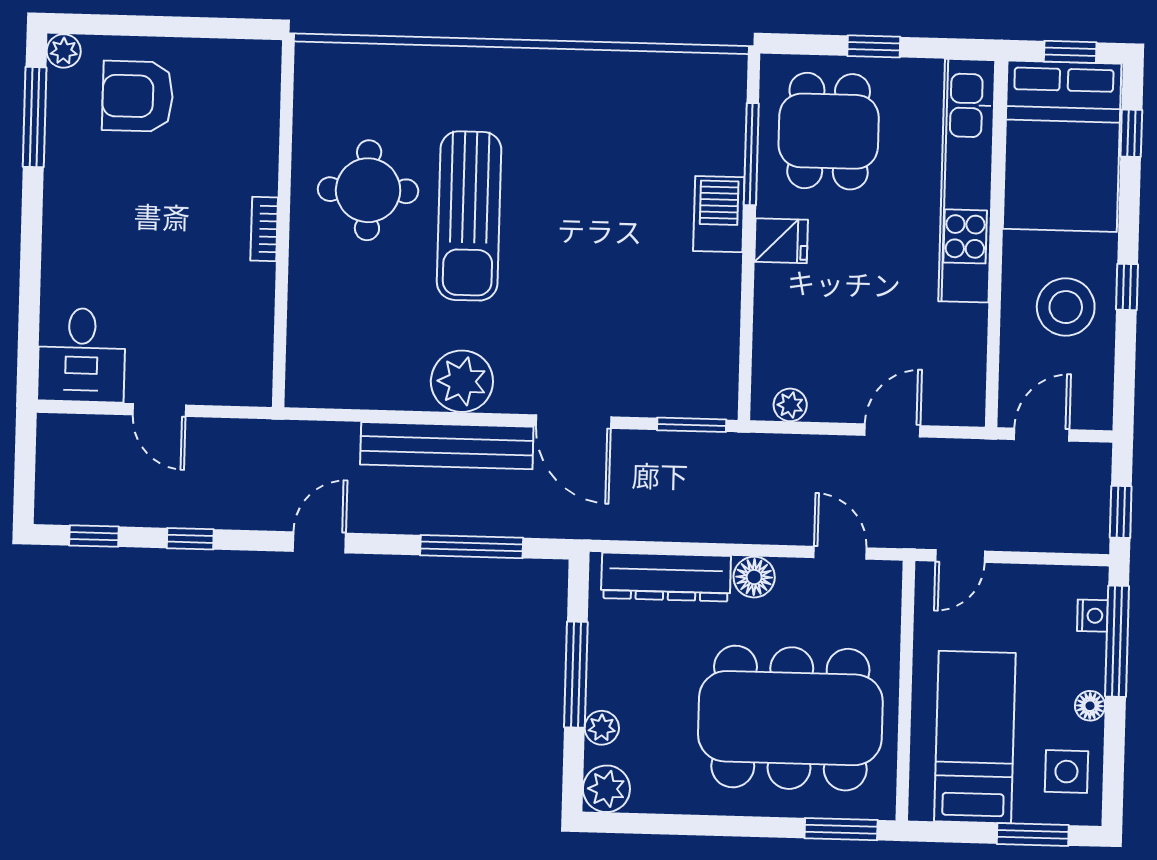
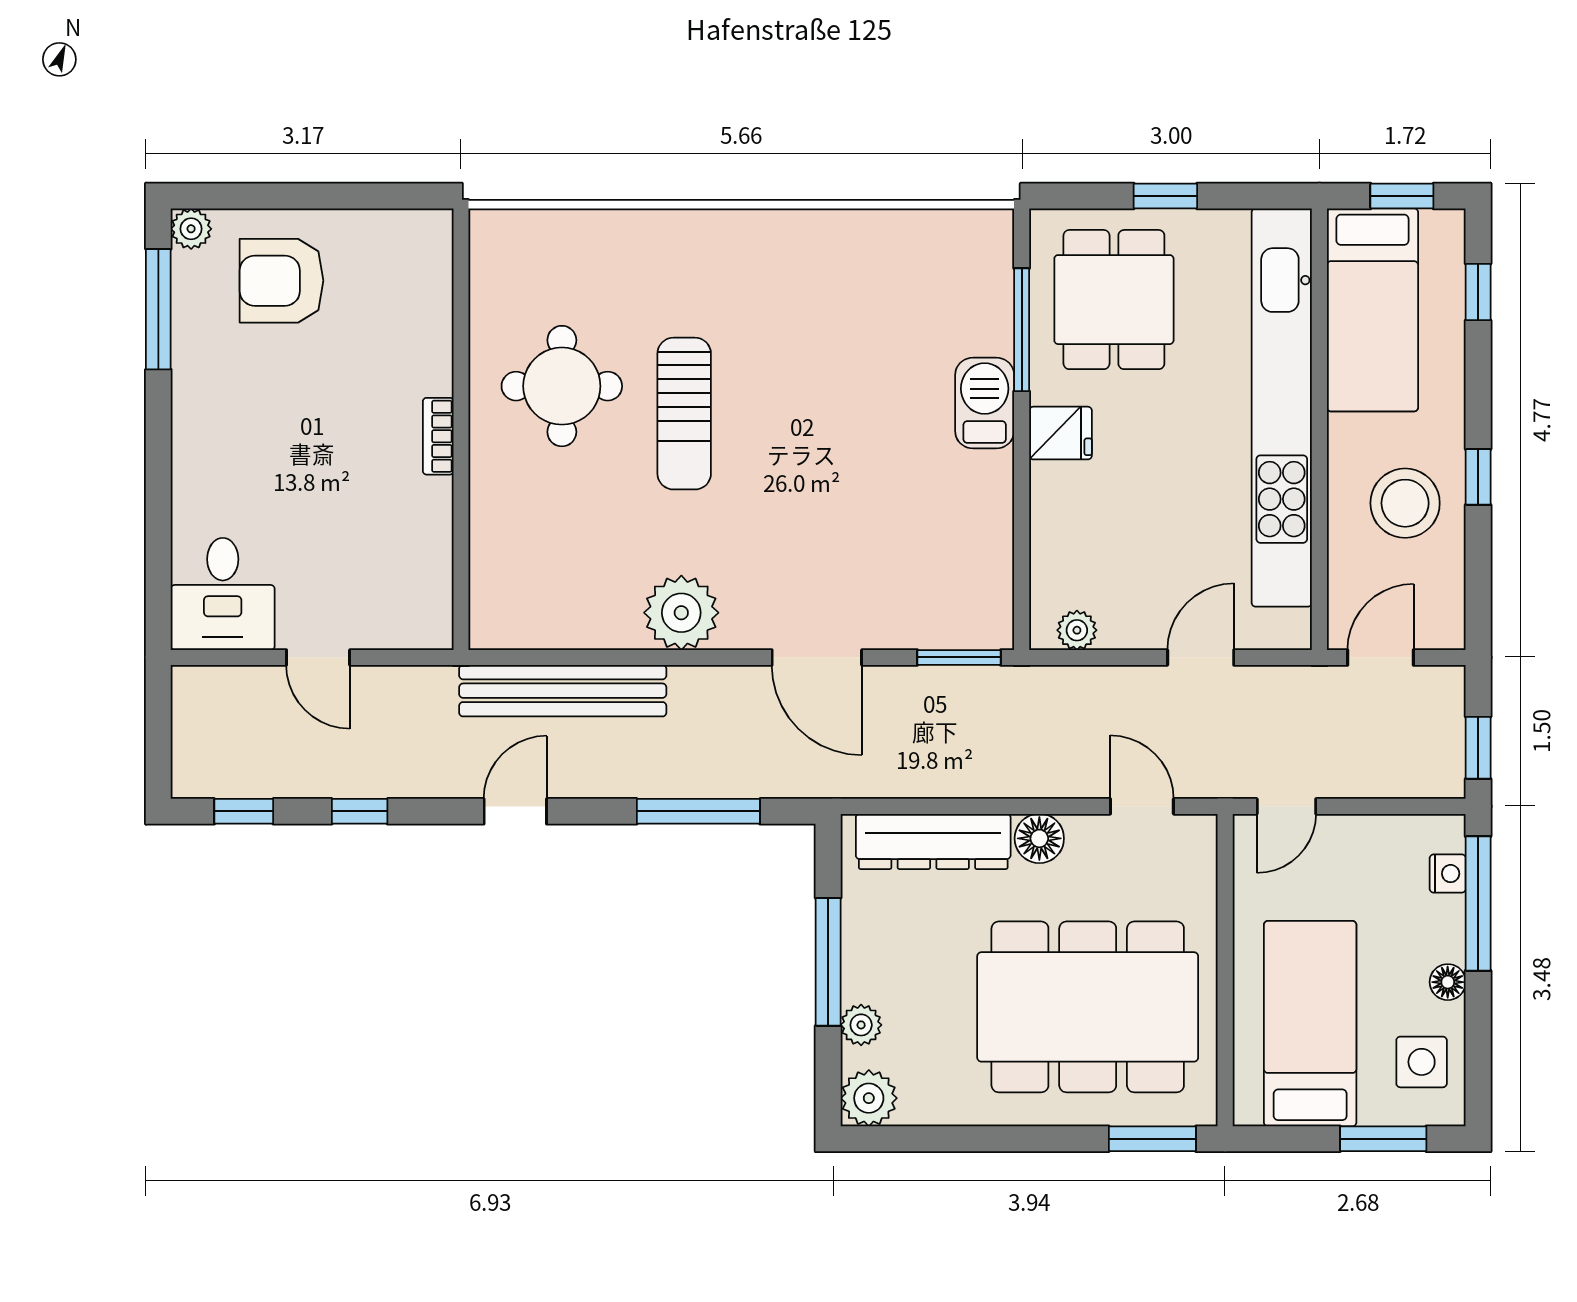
bed: (1062, 146) -> (1372, 310), width x0.67
kitchen unit: (967, 181) -> (1282, 408), width x1.36
sun lounger: (469, 216) -> (684, 414), width x0.73, depth x0.75
bench: (447, 446) -> (563, 691), moved

